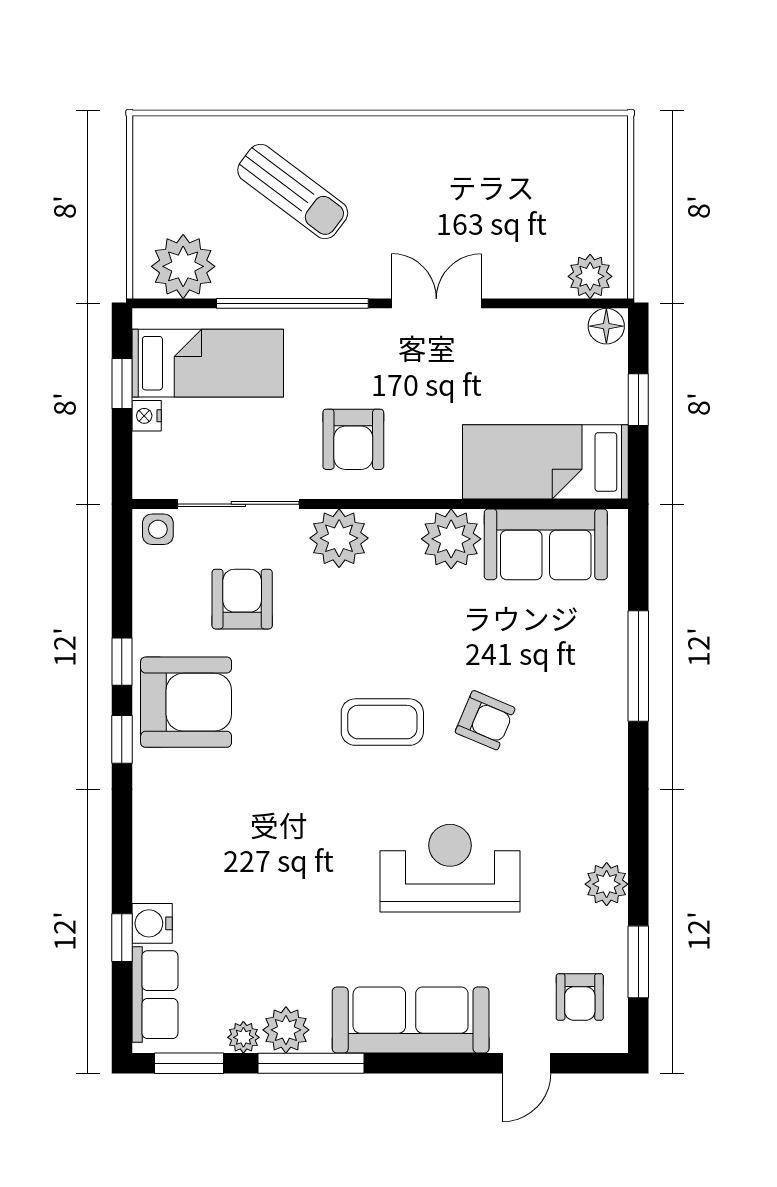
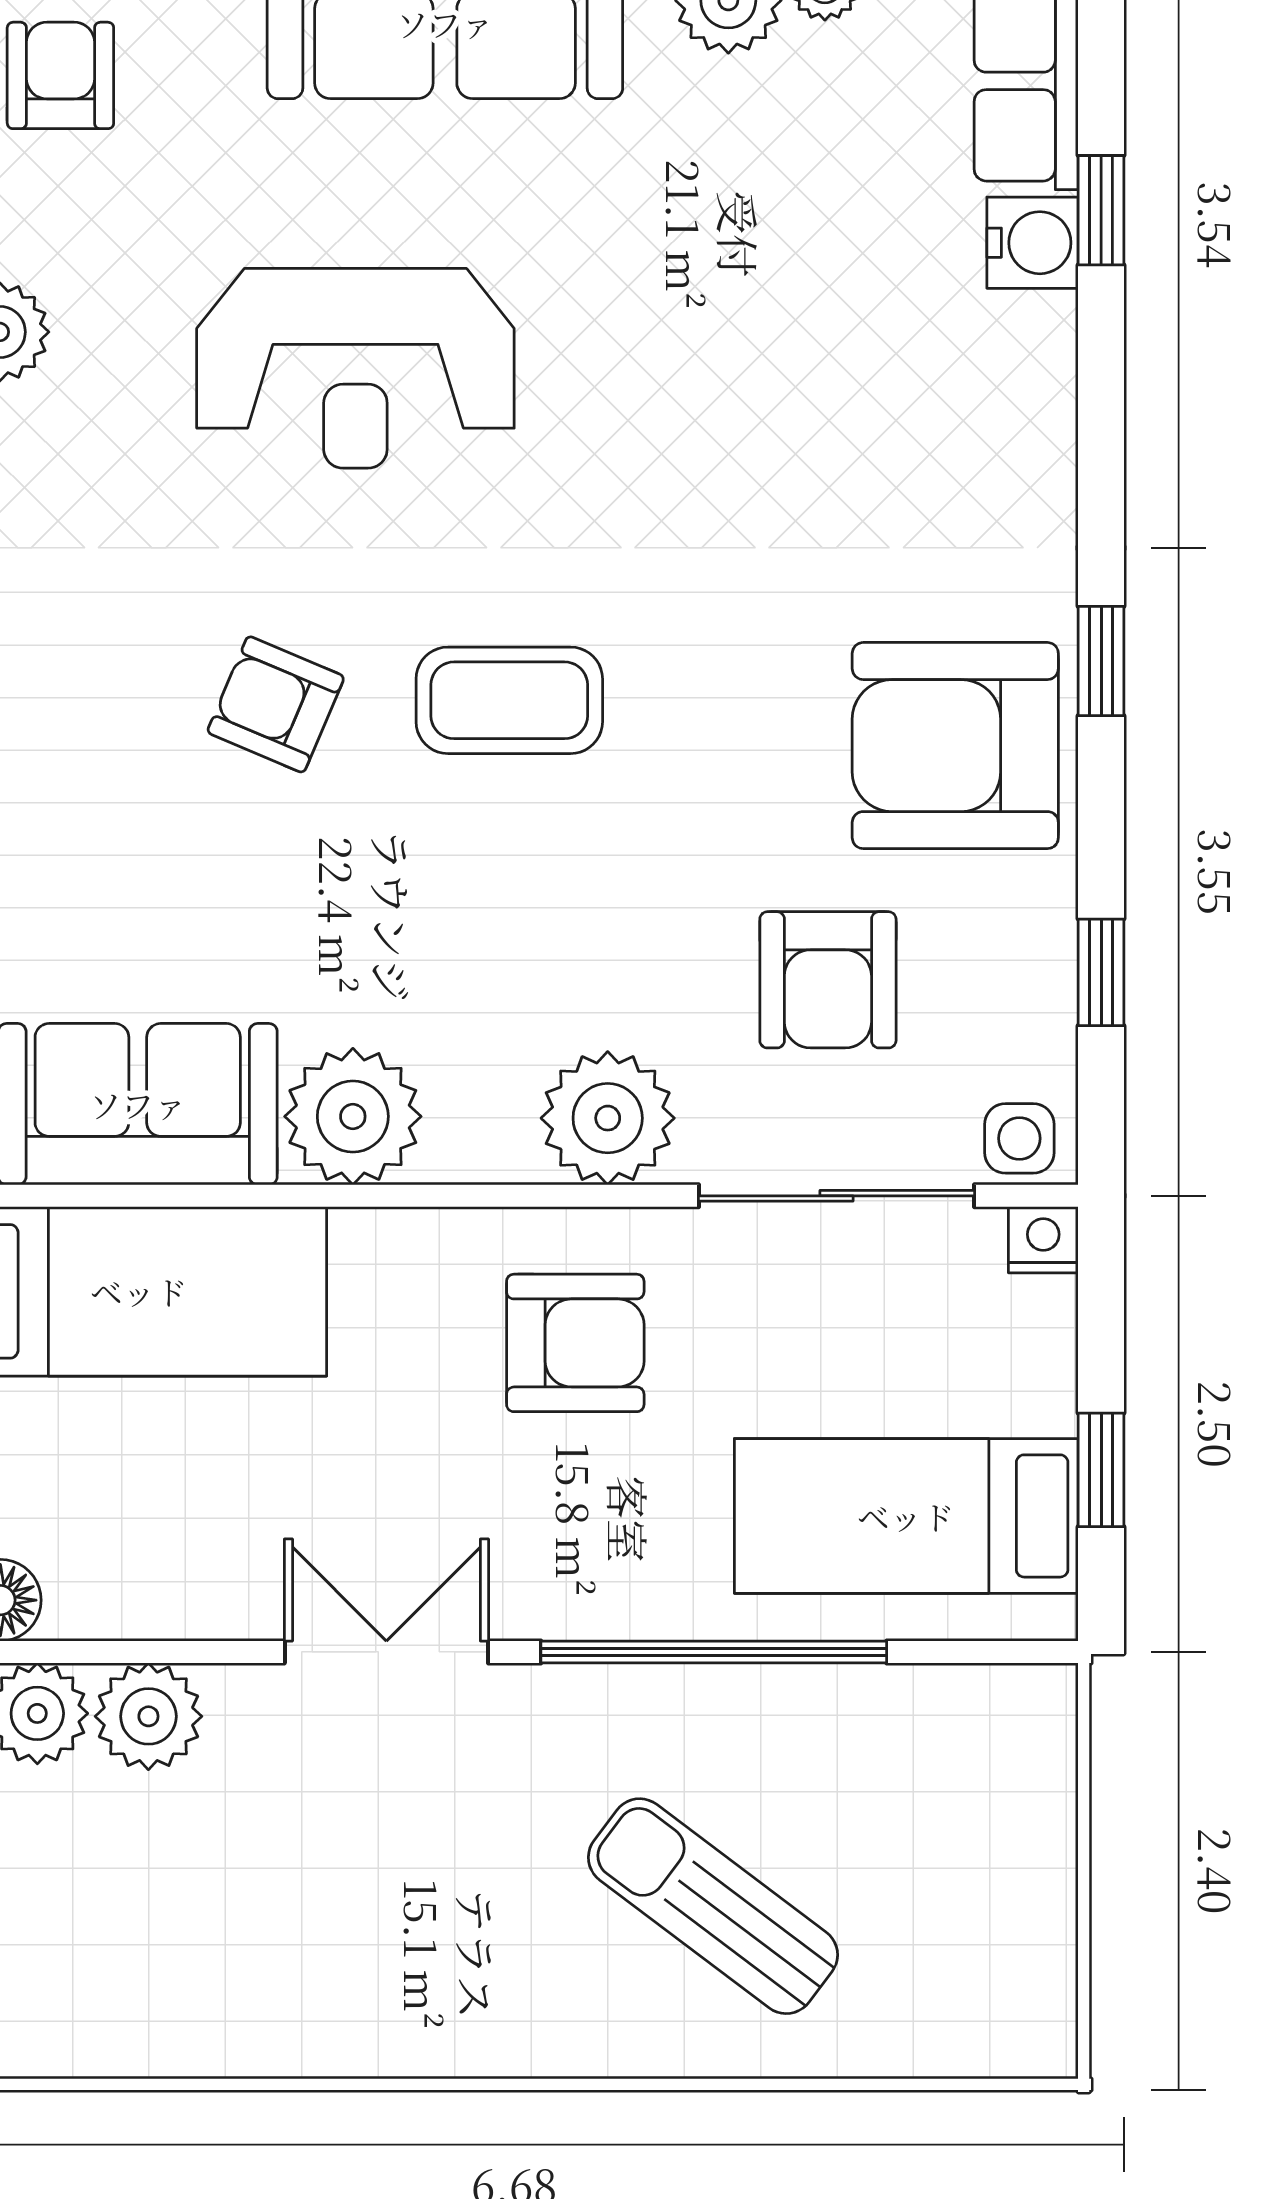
plant: (183, 266) -> (148, 1716), moved, width x0.73, depth x0.73
double door: (436, 303) -> (386, 1652), swing flipped
nightstand: (147, 416) -> (1043, 1240), moved, turned -90
armchair: (353, 439) -> (575, 1343), turned 90
window: (122, 662) -> (1101, 972), moved

